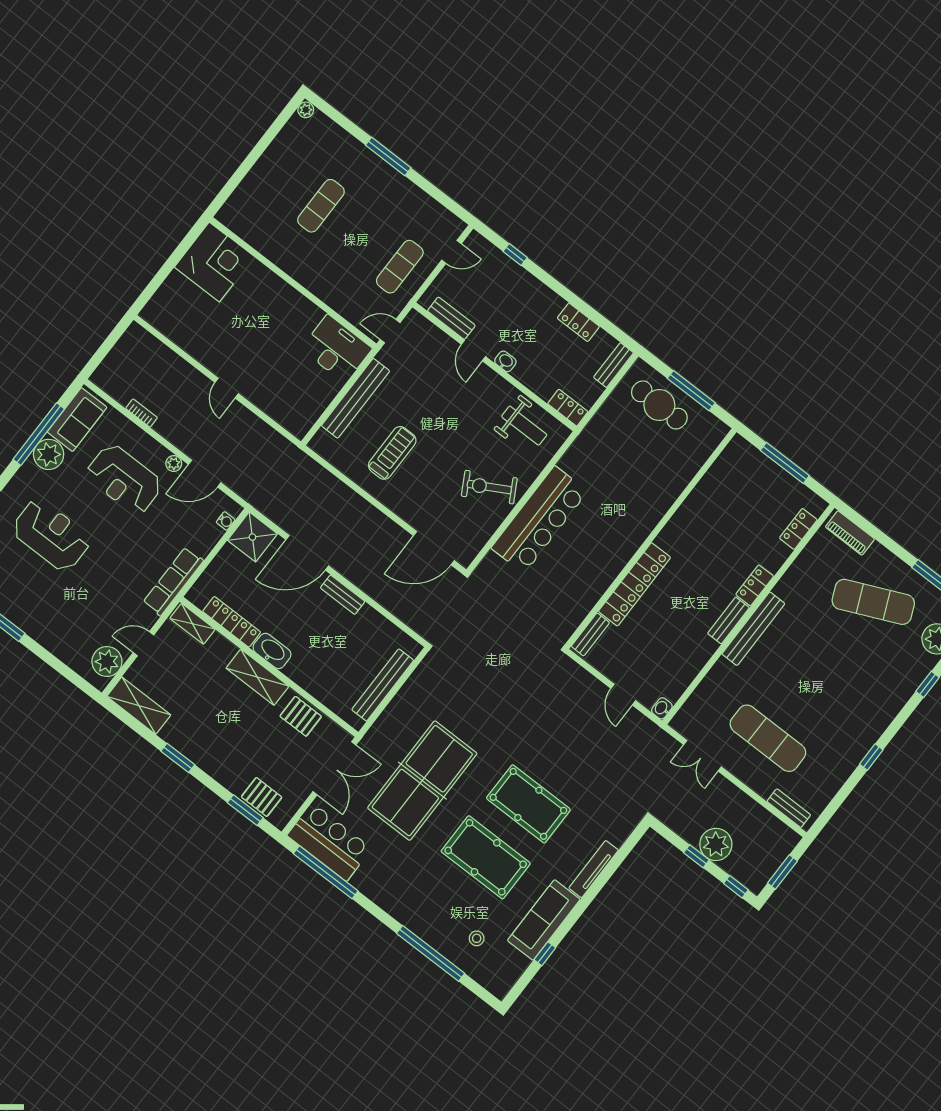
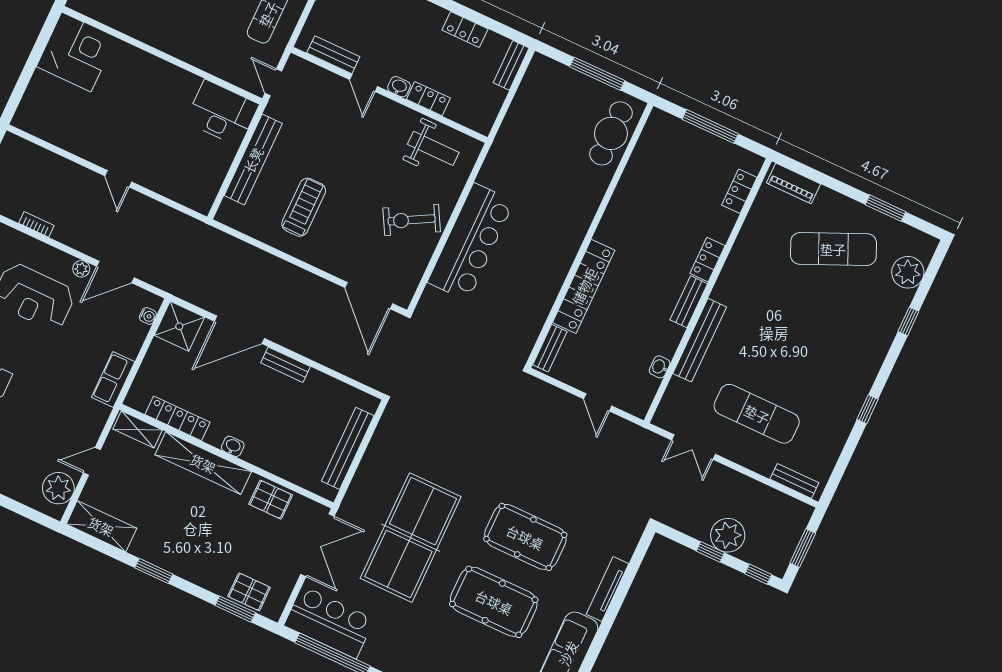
door: (390, 331) -> (273, 82), hinge flipped
cafe table: (659, 405) -> (611, 133), moved, turned 90
locker: (568, 408) -> (428, 99), moved
door: (434, 548) -> (369, 296), hinge flipped
row of seats: (173, 582) -> (113, 379), width x0.68
bench: (753, 629) -> (700, 340), moved
washbasin: (272, 651) -> (233, 446), width x0.52, depth x0.69
shelving: (257, 677) -> (203, 463), width x1.47
washbasin: (662, 708) -> (660, 367), moved

